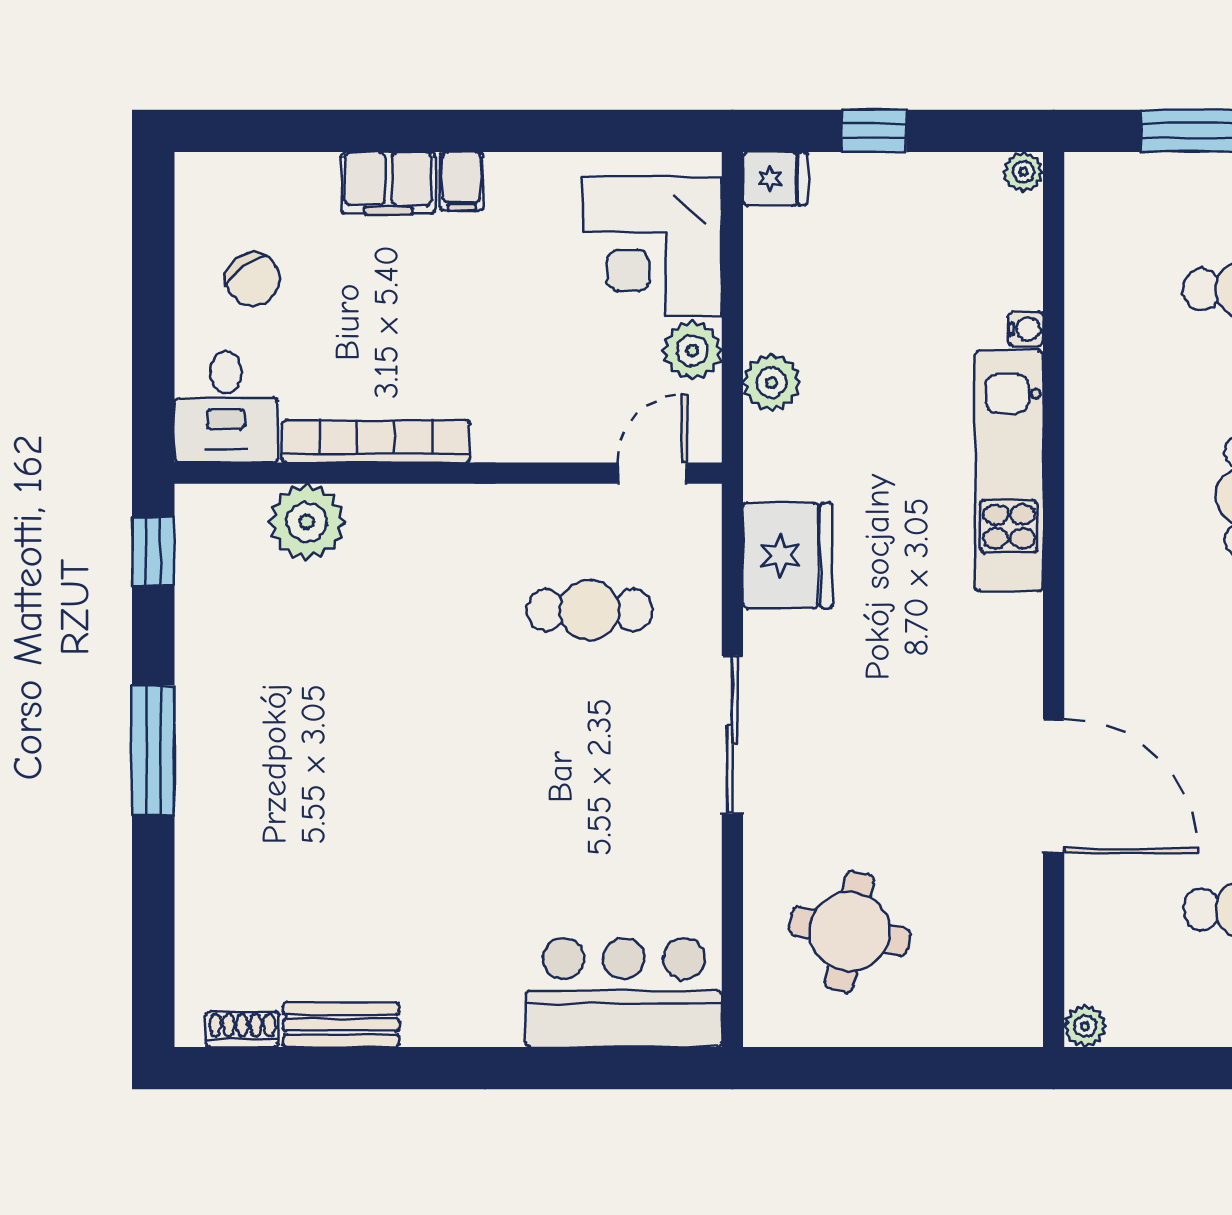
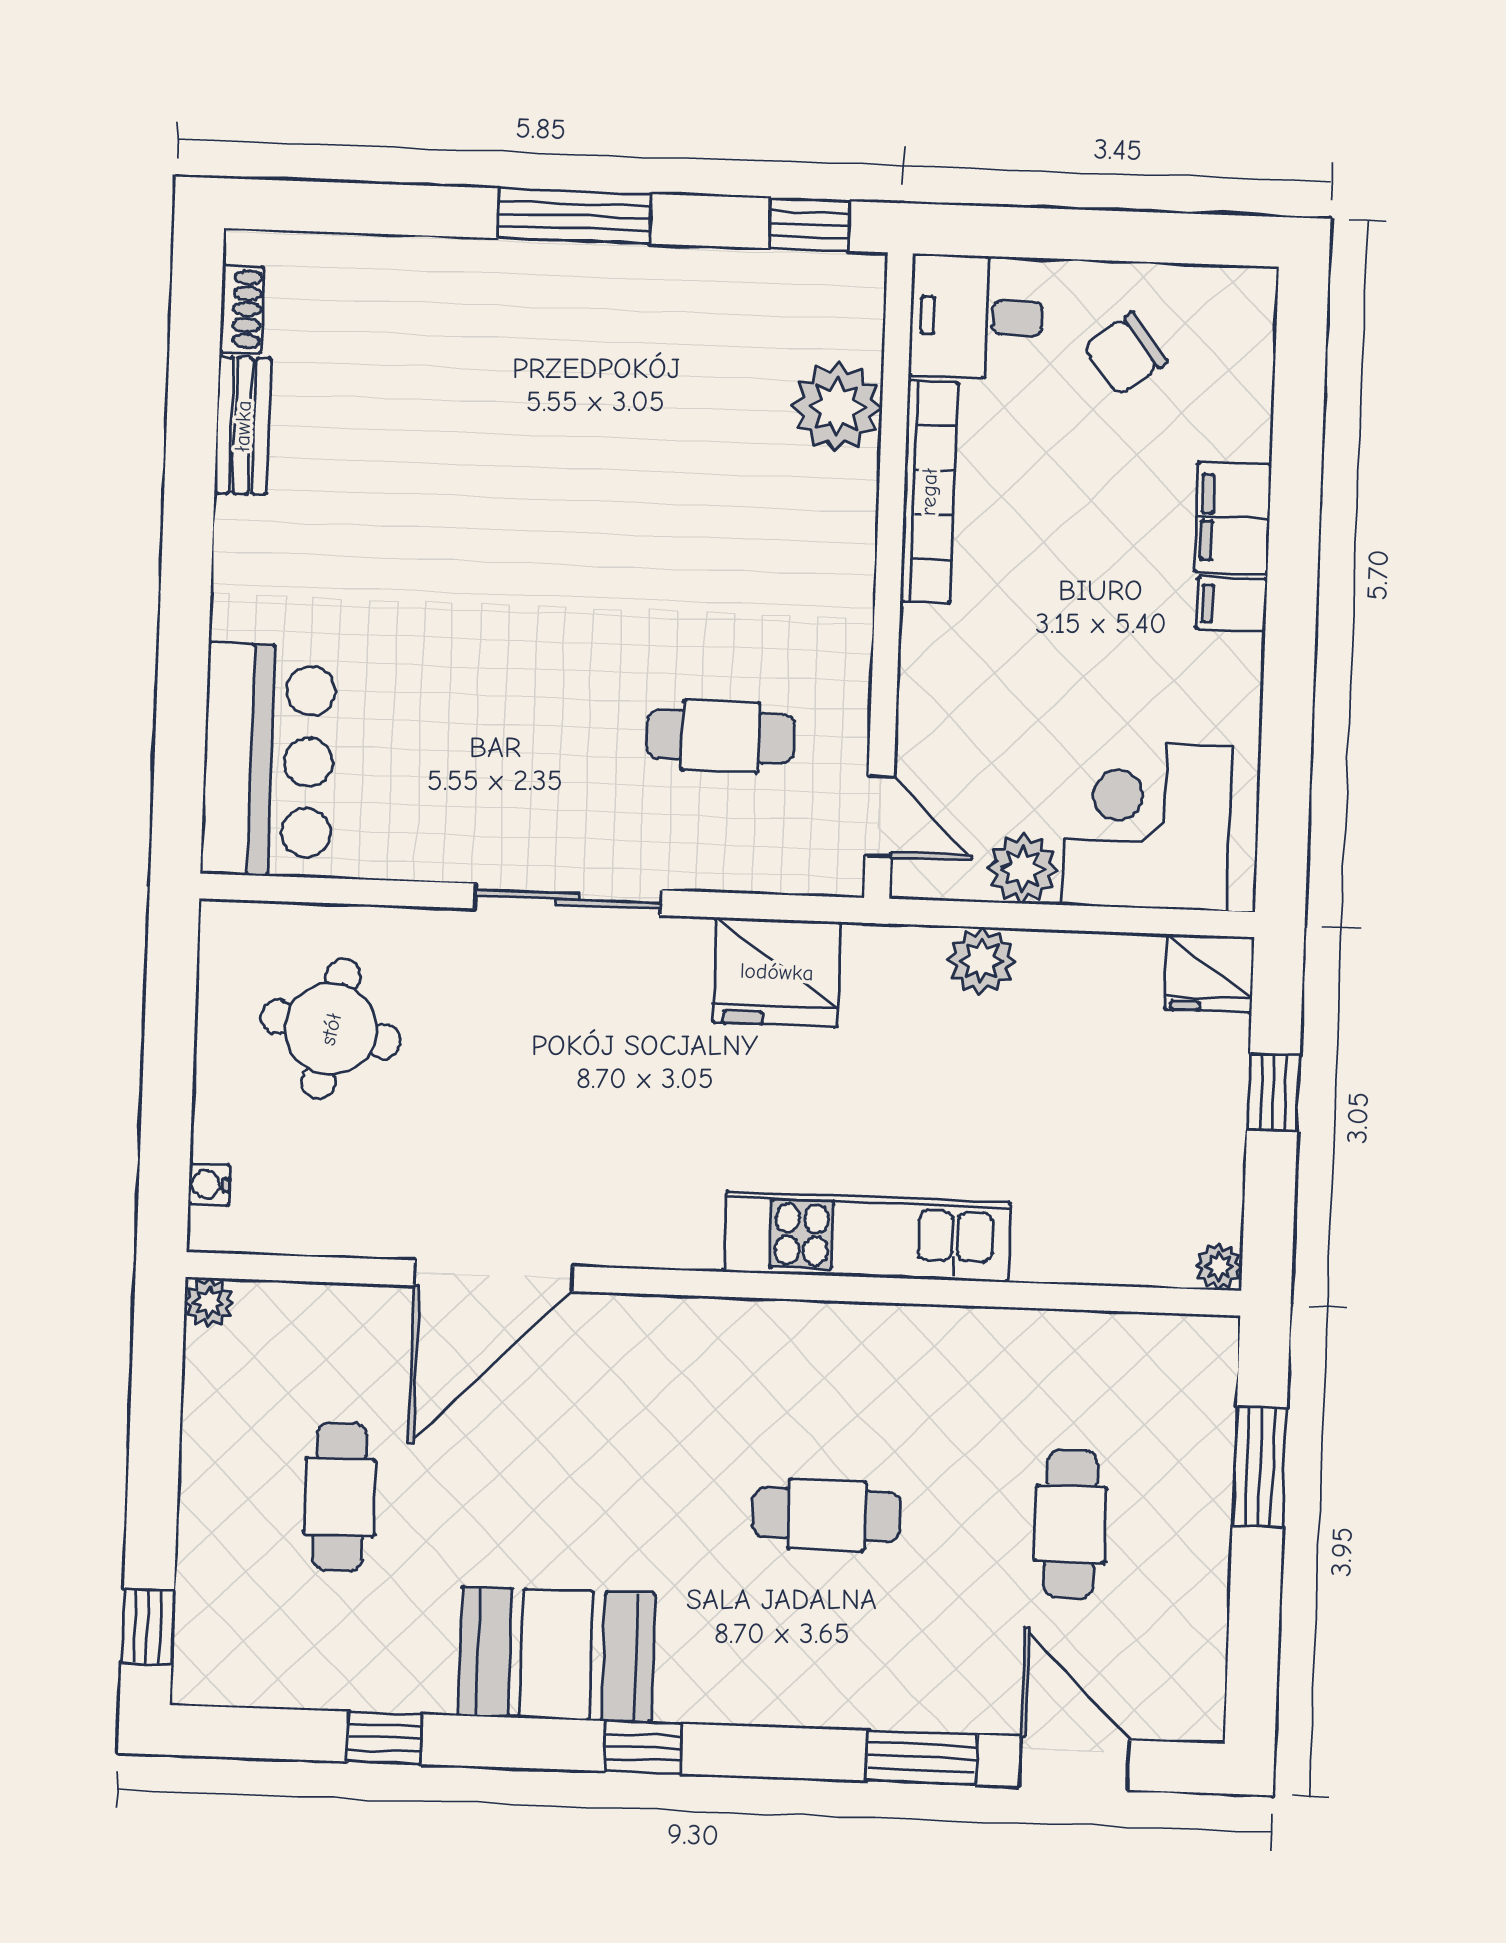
fridge: (775, 179) -> (1209, 973), width x1.38
water cooler: (1026, 329) -> (209, 1184), moved, turned 90
cafe table: (589, 610) -> (721, 736), turned 90

